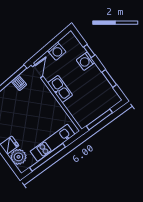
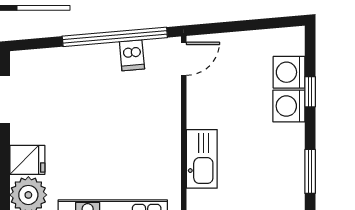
washing machine: (57, 51) -> (289, 72), moved, turned 95
kitchen sink: (60, 89) -> (202, 159), moved

